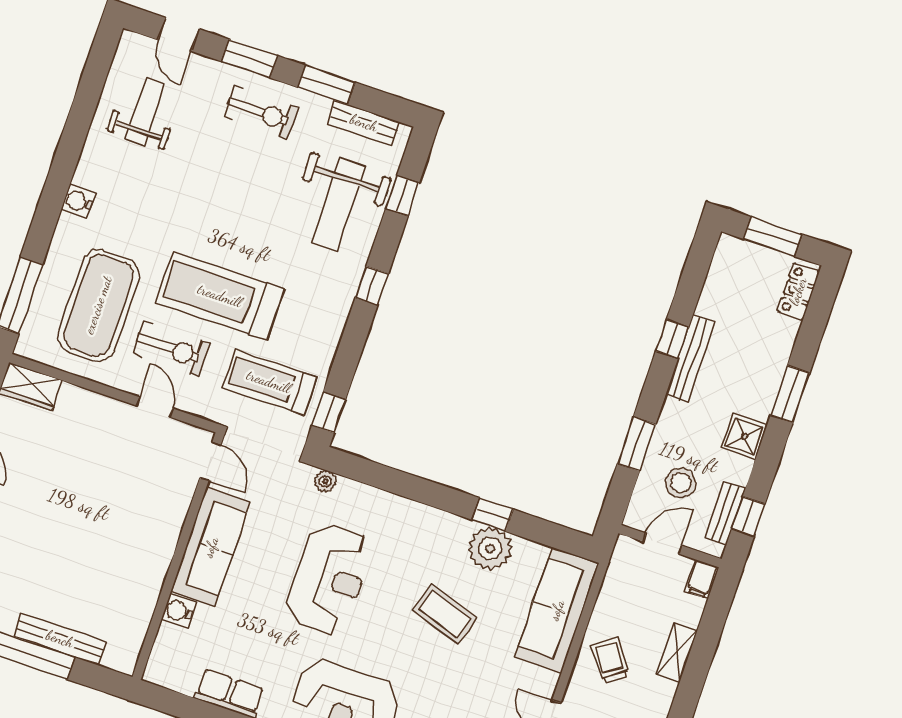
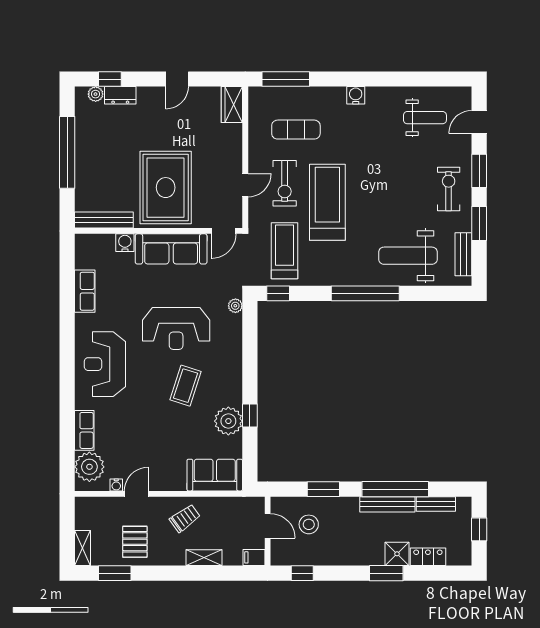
exercise bike: (261, 112) -> (449, 189), turned 180
window: (402, 196) -> (427, 293), removed
window: (773, 237) -> (479, 529), width x0.67
window: (372, 286) -> (365, 293), width x3.17
locker: (798, 291) -> (428, 557), moved
exercise mat: (98, 305) -> (296, 130), width x0.50, depth x0.69
window: (672, 339) -> (395, 489), width x3.17
shower: (744, 436) -> (397, 554), moved
bench: (725, 513) -> (436, 504), moved
rug: (118, 524) -> (166, 188), added
sofa: (557, 610) -> (215, 475), width x0.73
coffee table: (445, 614) -> (186, 386), moved
bench: (60, 639) -> (104, 220), moved, turned 90

